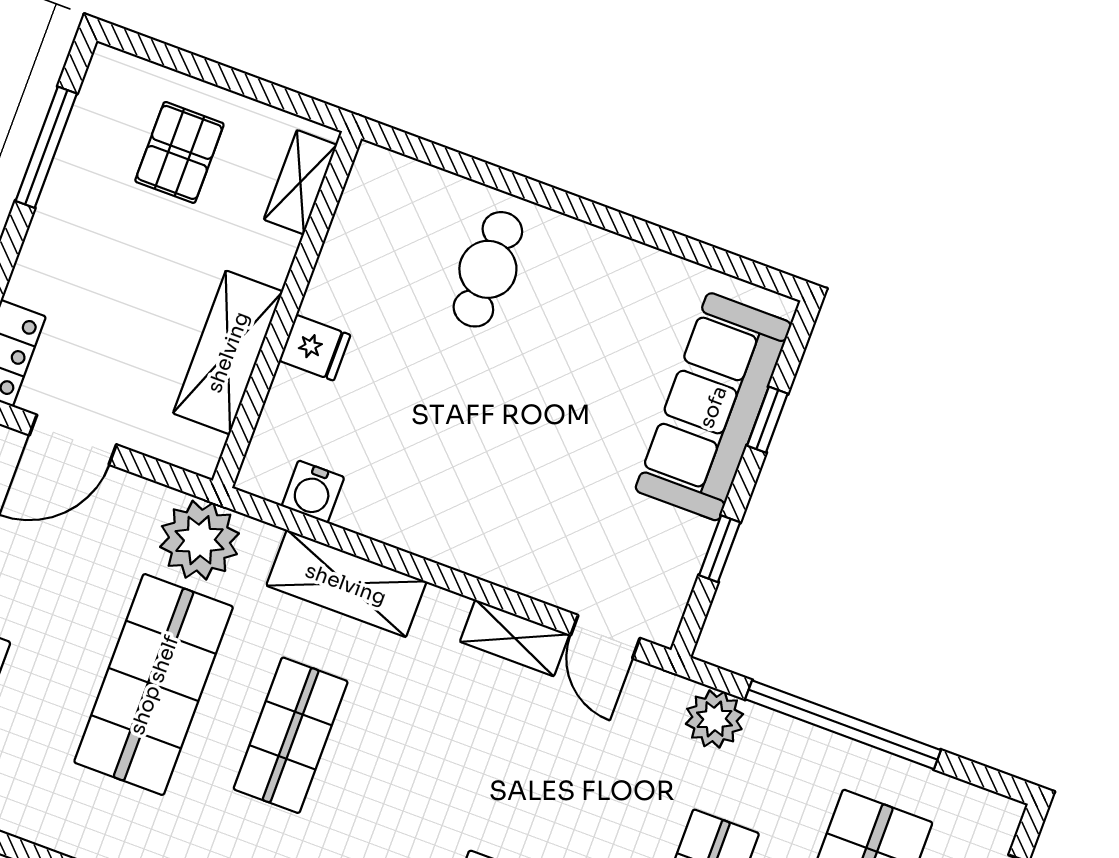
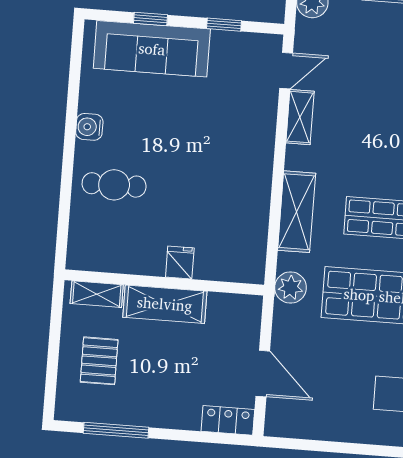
pallet: (179, 152) -> (99, 361), turned 90
shelving: (228, 352) -> (165, 304), moved
water cooler: (313, 492) -> (89, 127), moved, turned 180
plant: (199, 540) -> (291, 288), width x0.73, depth x0.73

